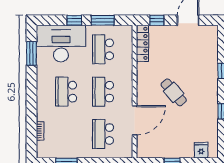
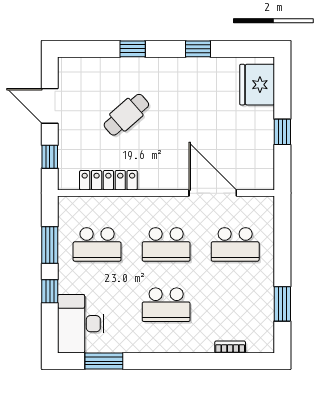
locker: (142, 43) -> (108, 180), moved
desk: (61, 44) -> (81, 324), width x0.73, depth x0.77
cafe table: (174, 92) -> (126, 115), moved
fridge: (201, 150) -> (257, 85), width x1.88, depth x1.34

